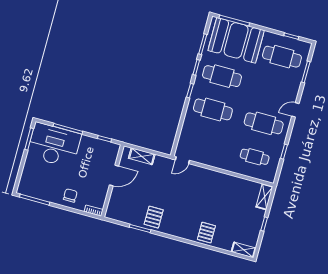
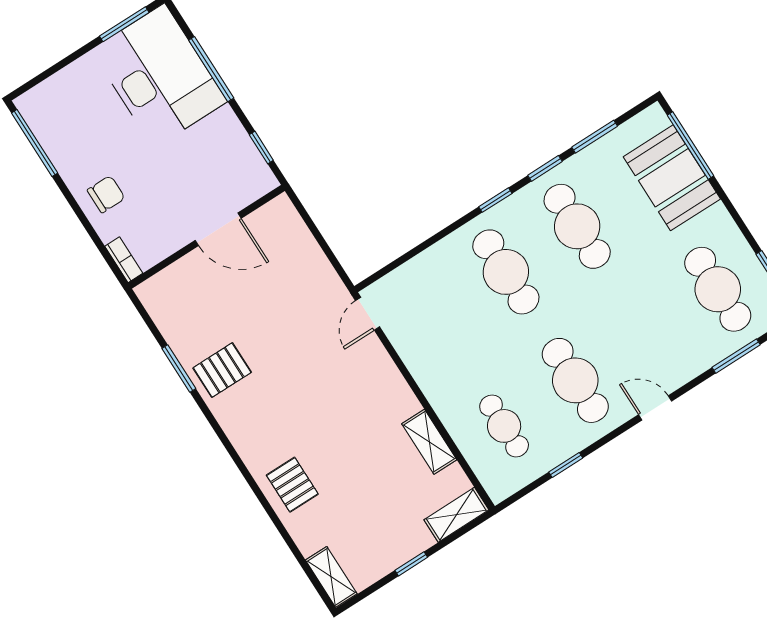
booth: (236, 40) -> (672, 178), width x0.73, depth x0.70
shelving: (142, 156) -> (429, 442), moved
door: (182, 160) -> (368, 314), hinge flipped
pallet: (206, 233) -> (292, 485), turned 90

